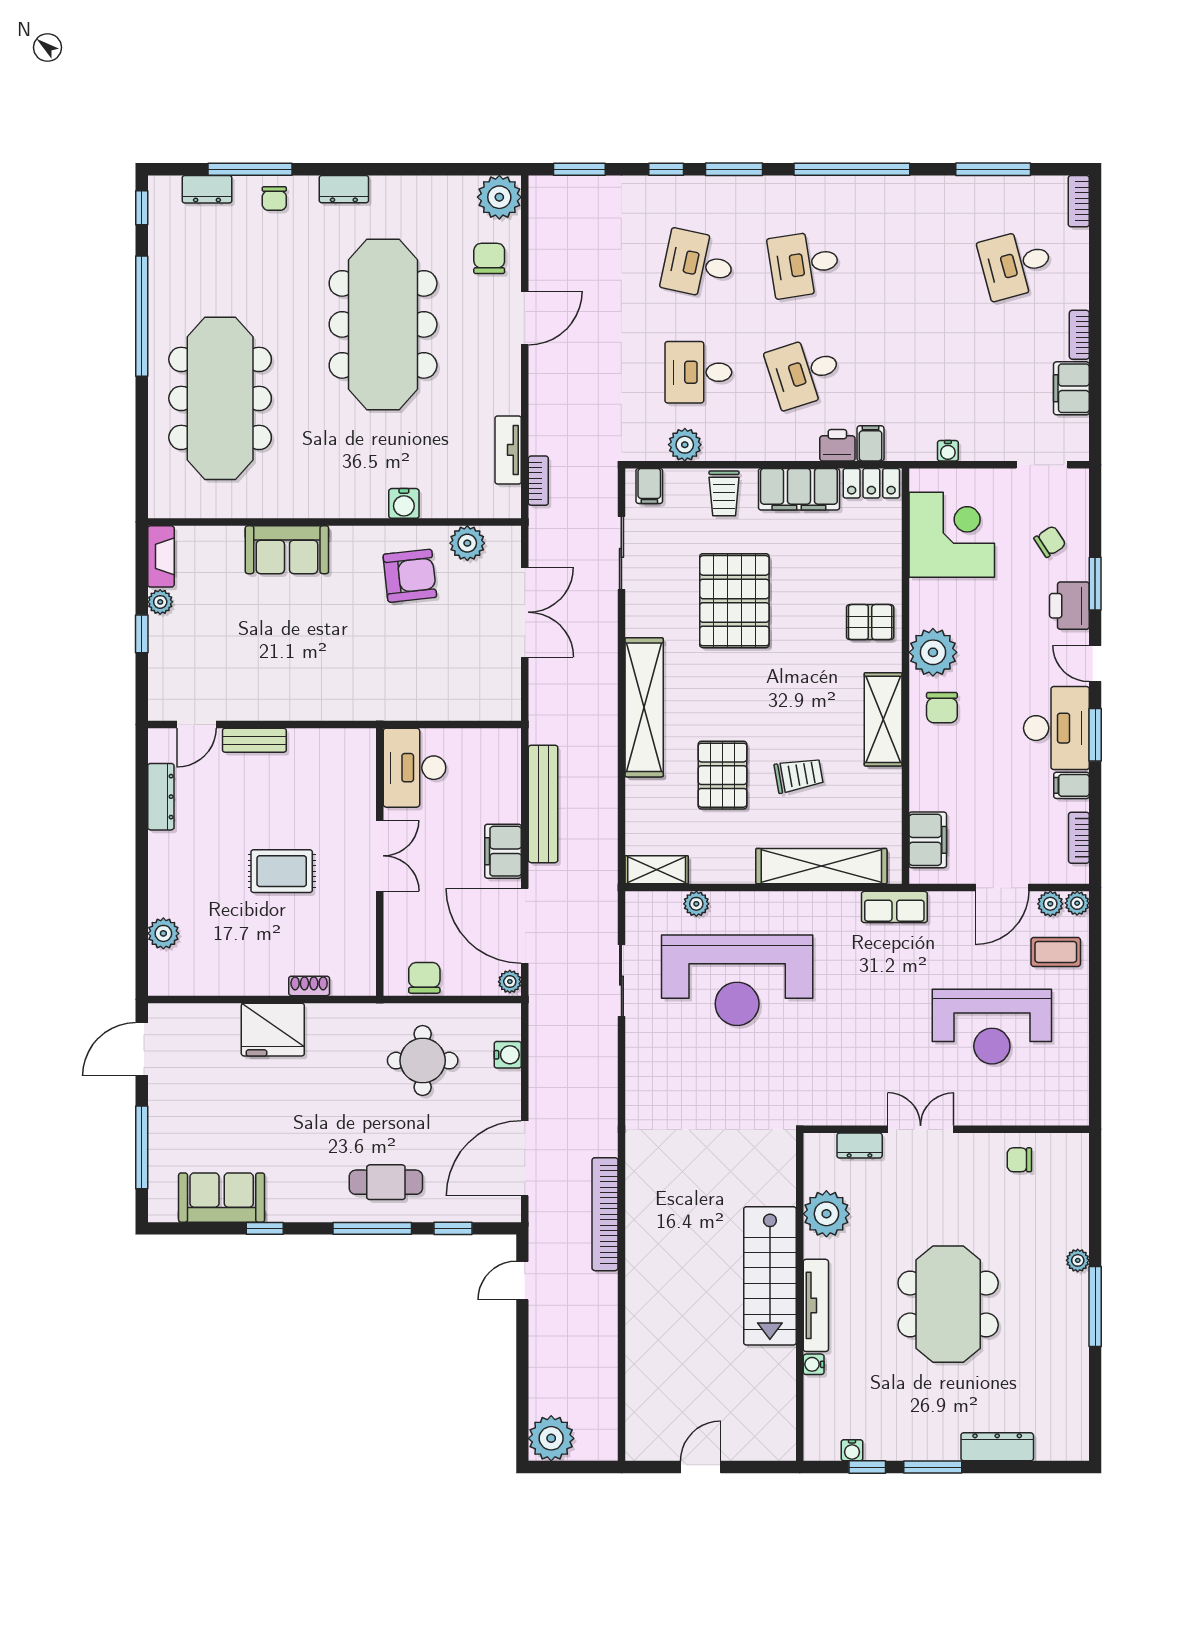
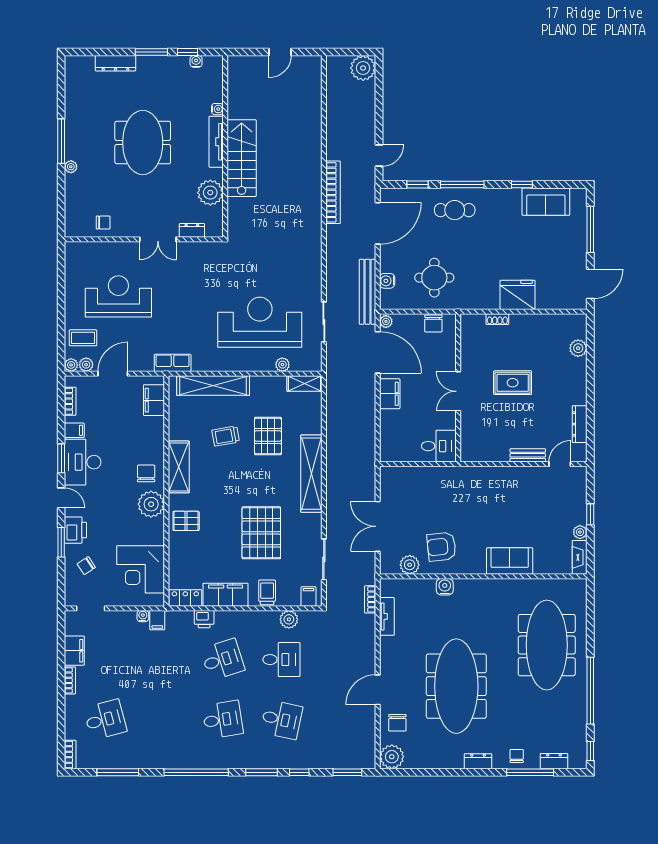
filing cabinet: (870, 443) -> (157, 620), moved
desk: (415, 768) -> (439, 446), width x0.73
bench: (543, 804) -> (367, 292), moved

